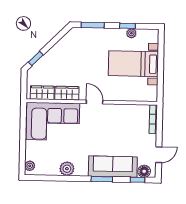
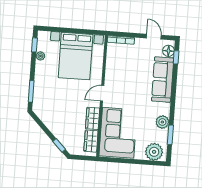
window: (127, 26) -> (34, 45), moved
bed with nightstands: (133, 64) -> (76, 56), width x1.36
plant: (30, 166) -> (154, 152), width x1.88, depth x1.88
window: (102, 179) -> (170, 135), moved

